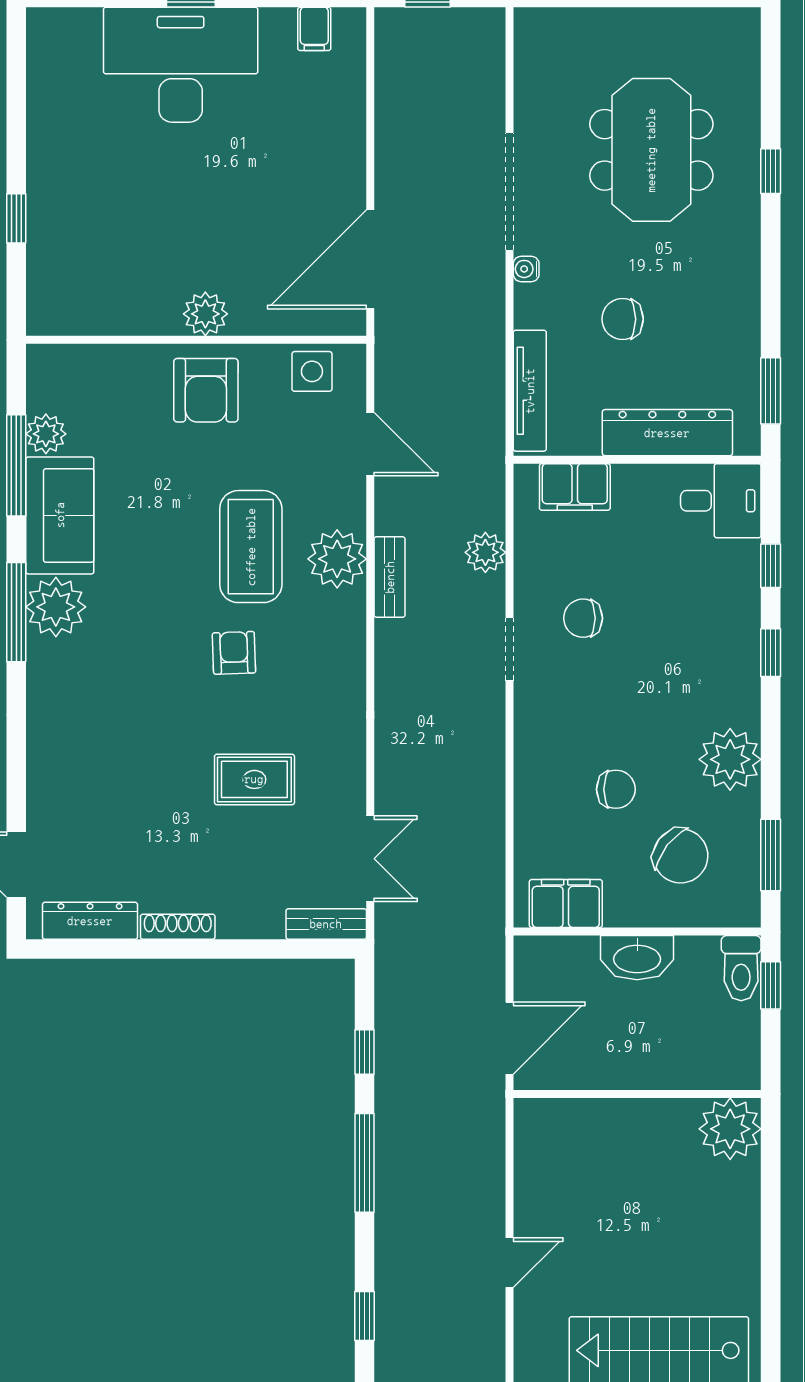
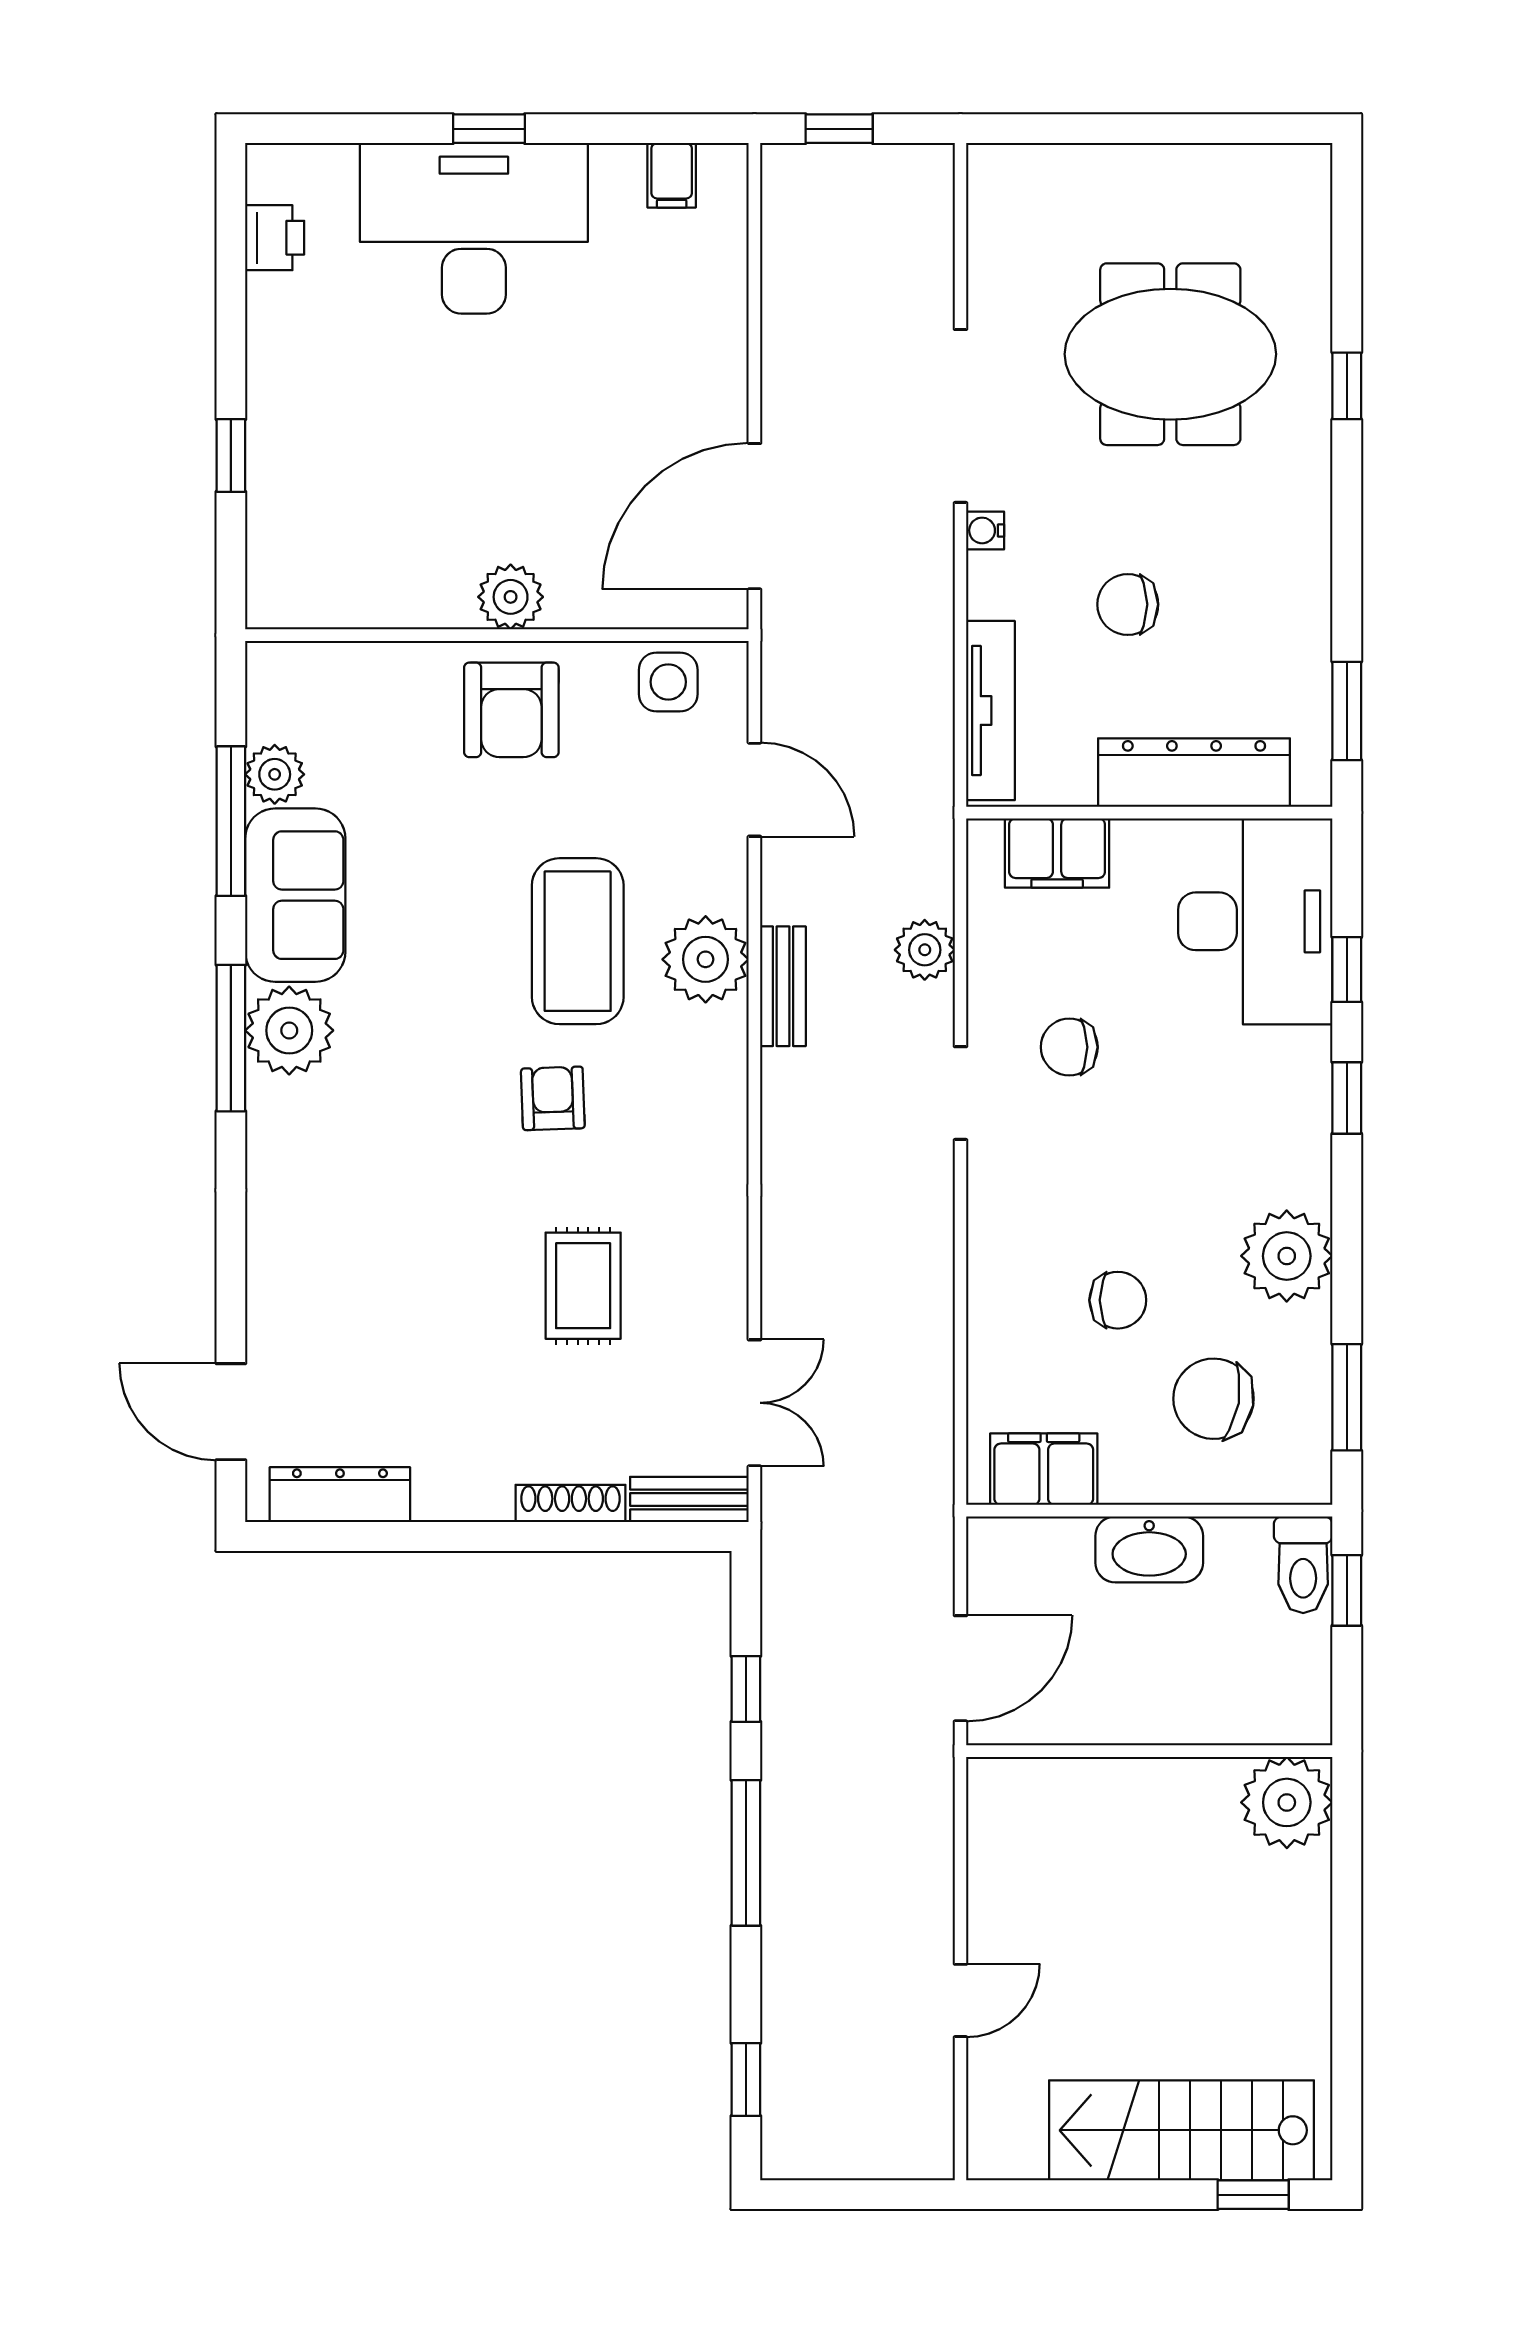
printer: (46, 71) -> (275, 238), added
meeting table: (651, 150) -> (1170, 354), turned 90
desk: (721, 501) -> (1255, 921), width x1.87, depth x1.30
rug: (254, 779) -> (583, 1286), turned 90
chair: (681, 856) -> (1213, 1399), turned 152
shoe rack: (178, 927) -> (570, 1503), moved

